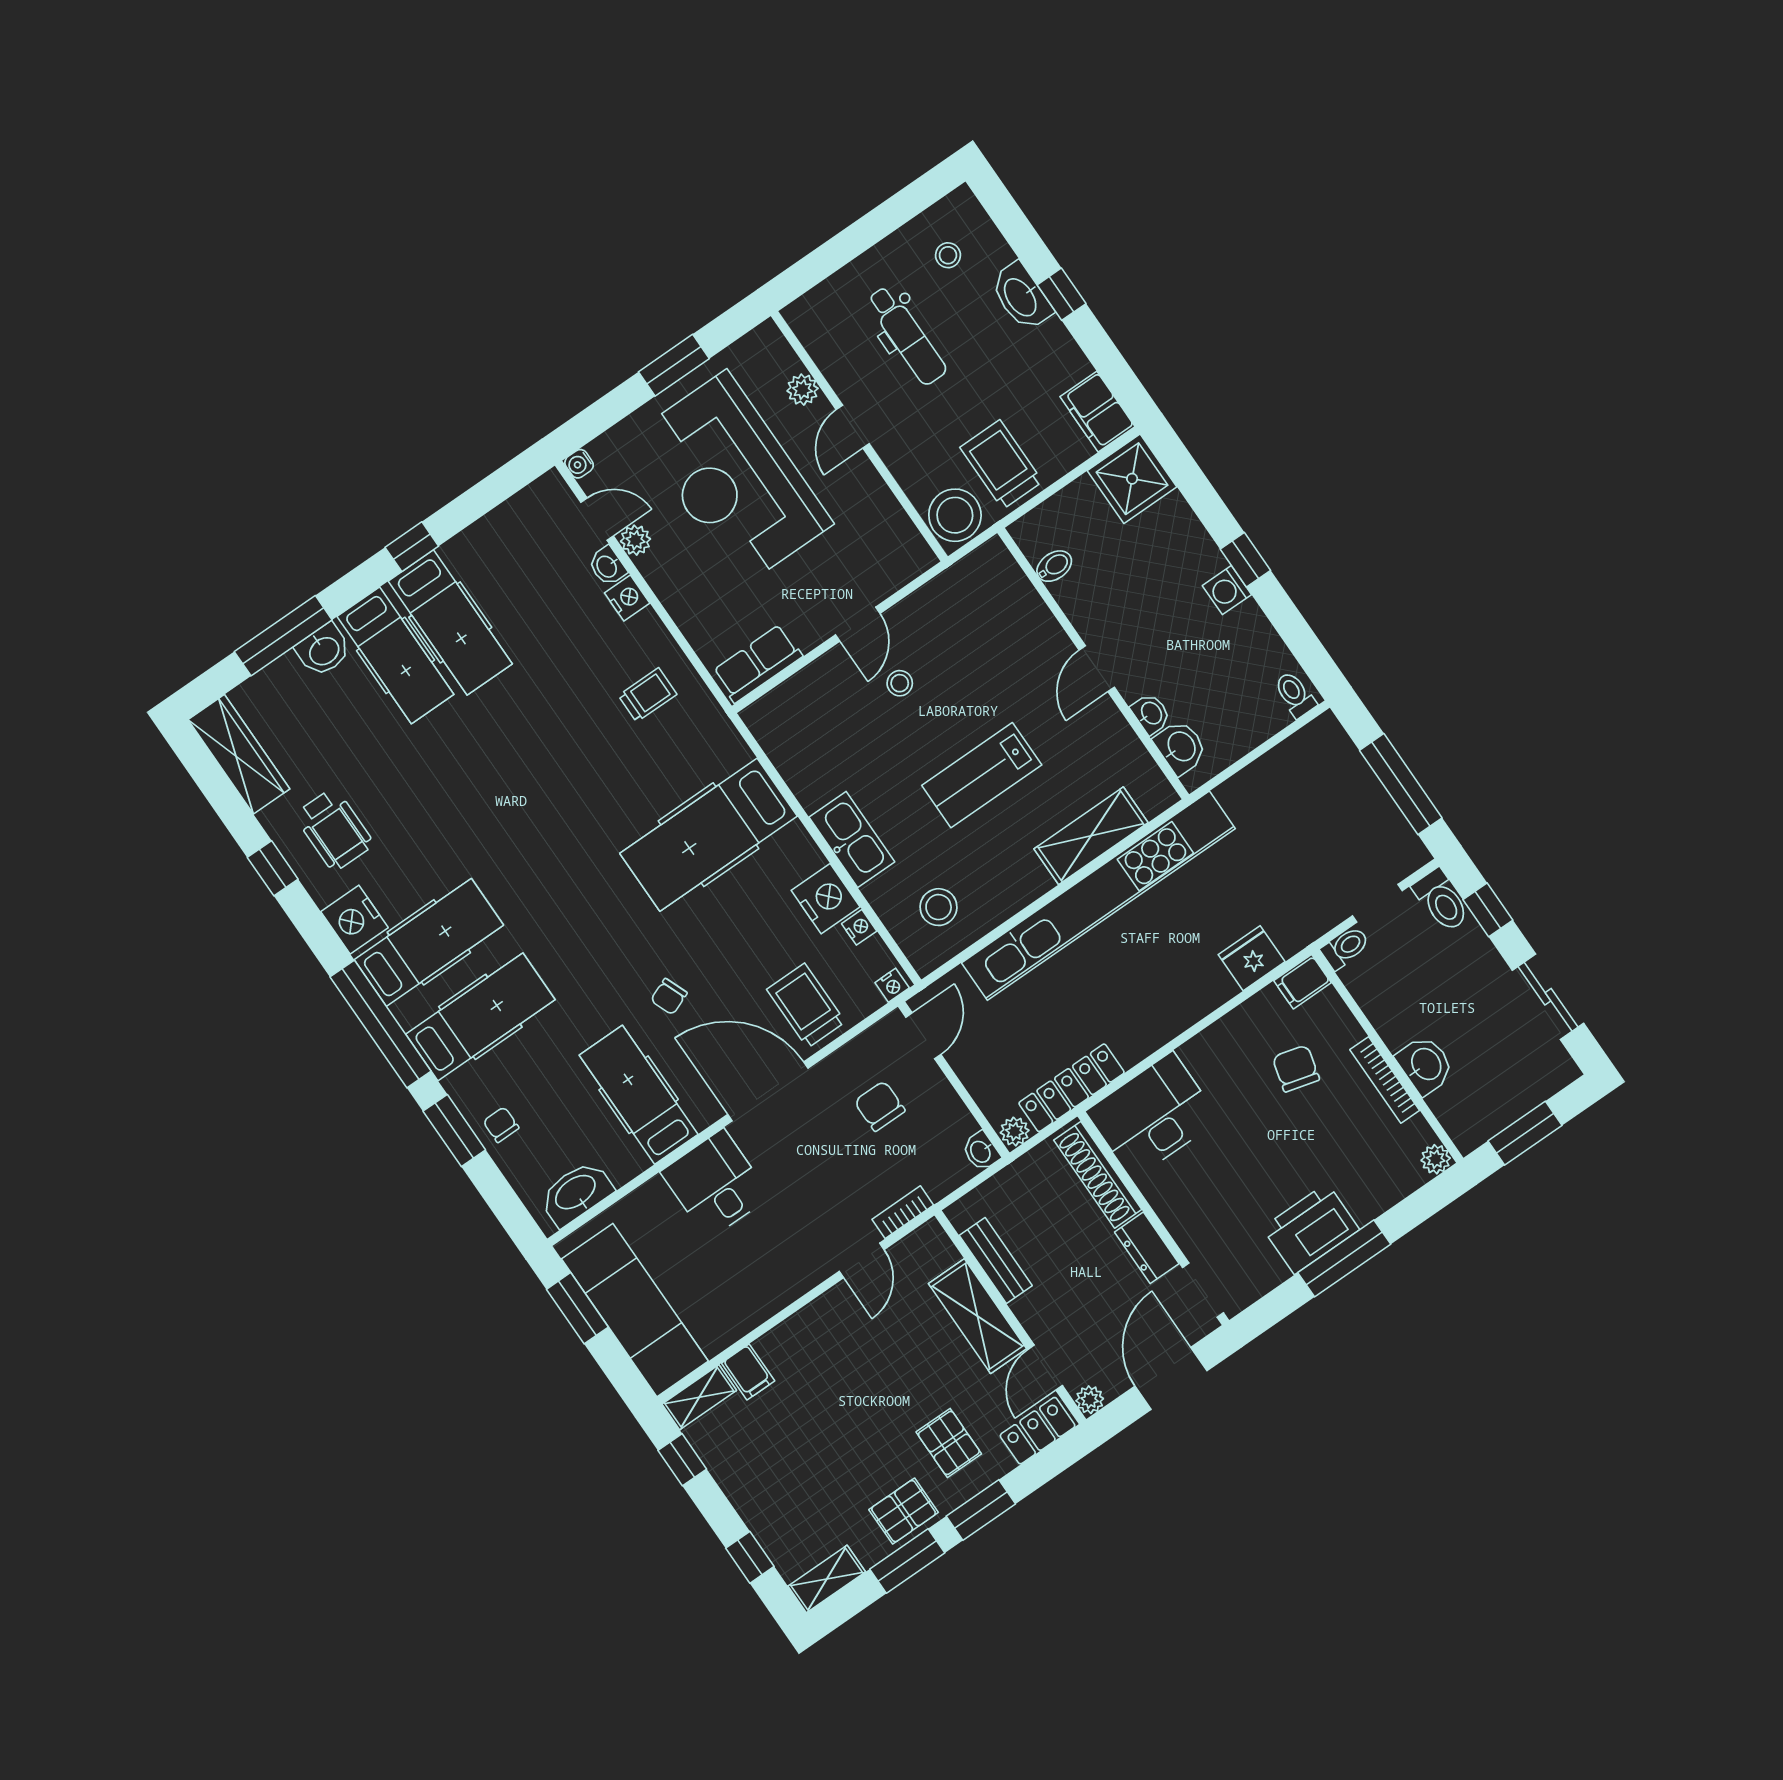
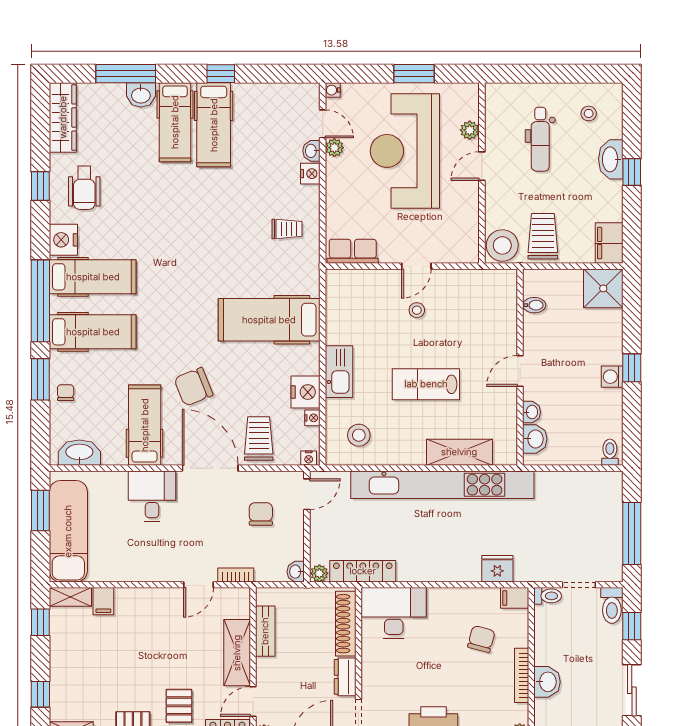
chair: (669, 997) -> (194, 387), width x1.87, depth x1.87

